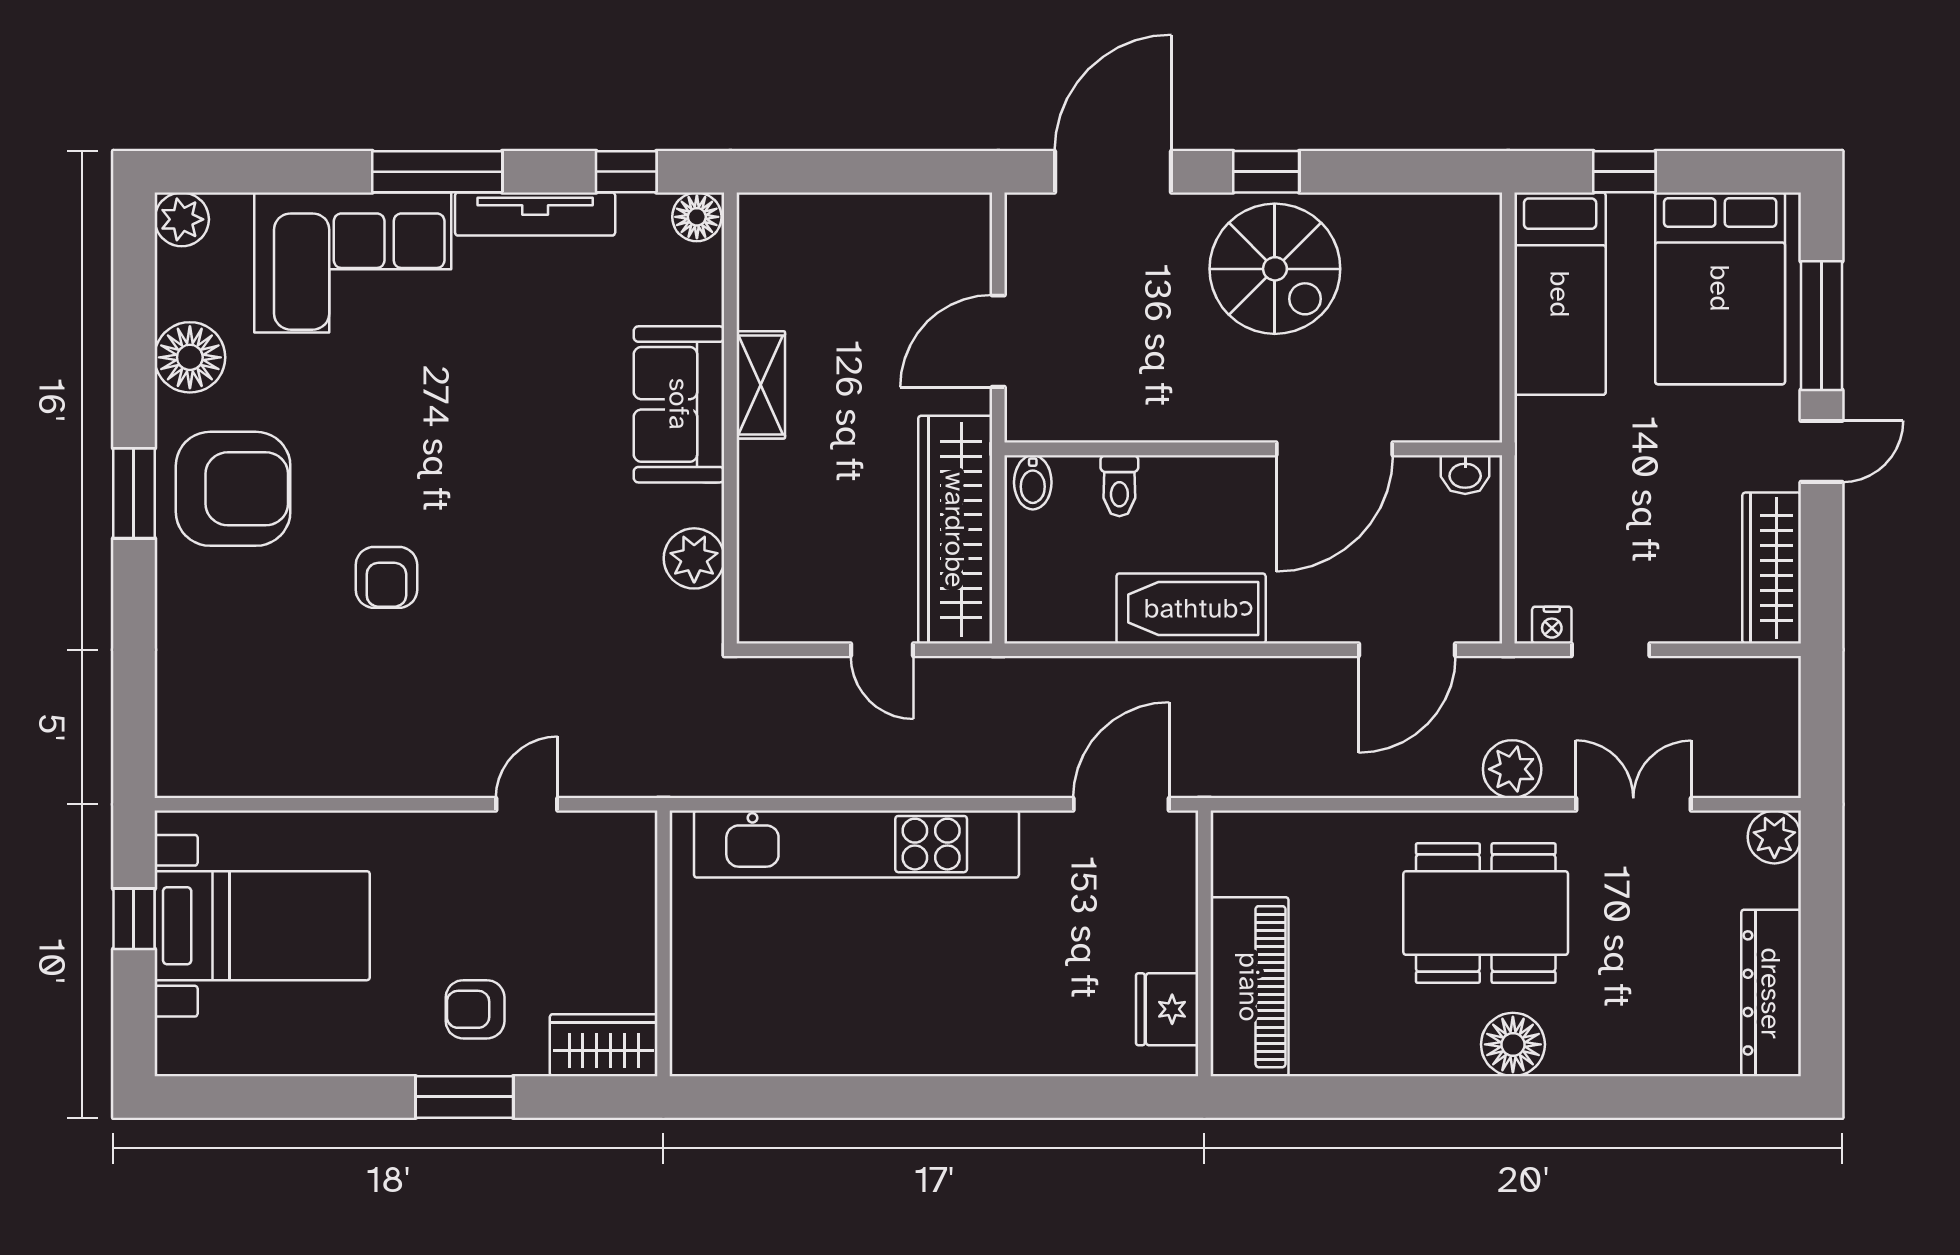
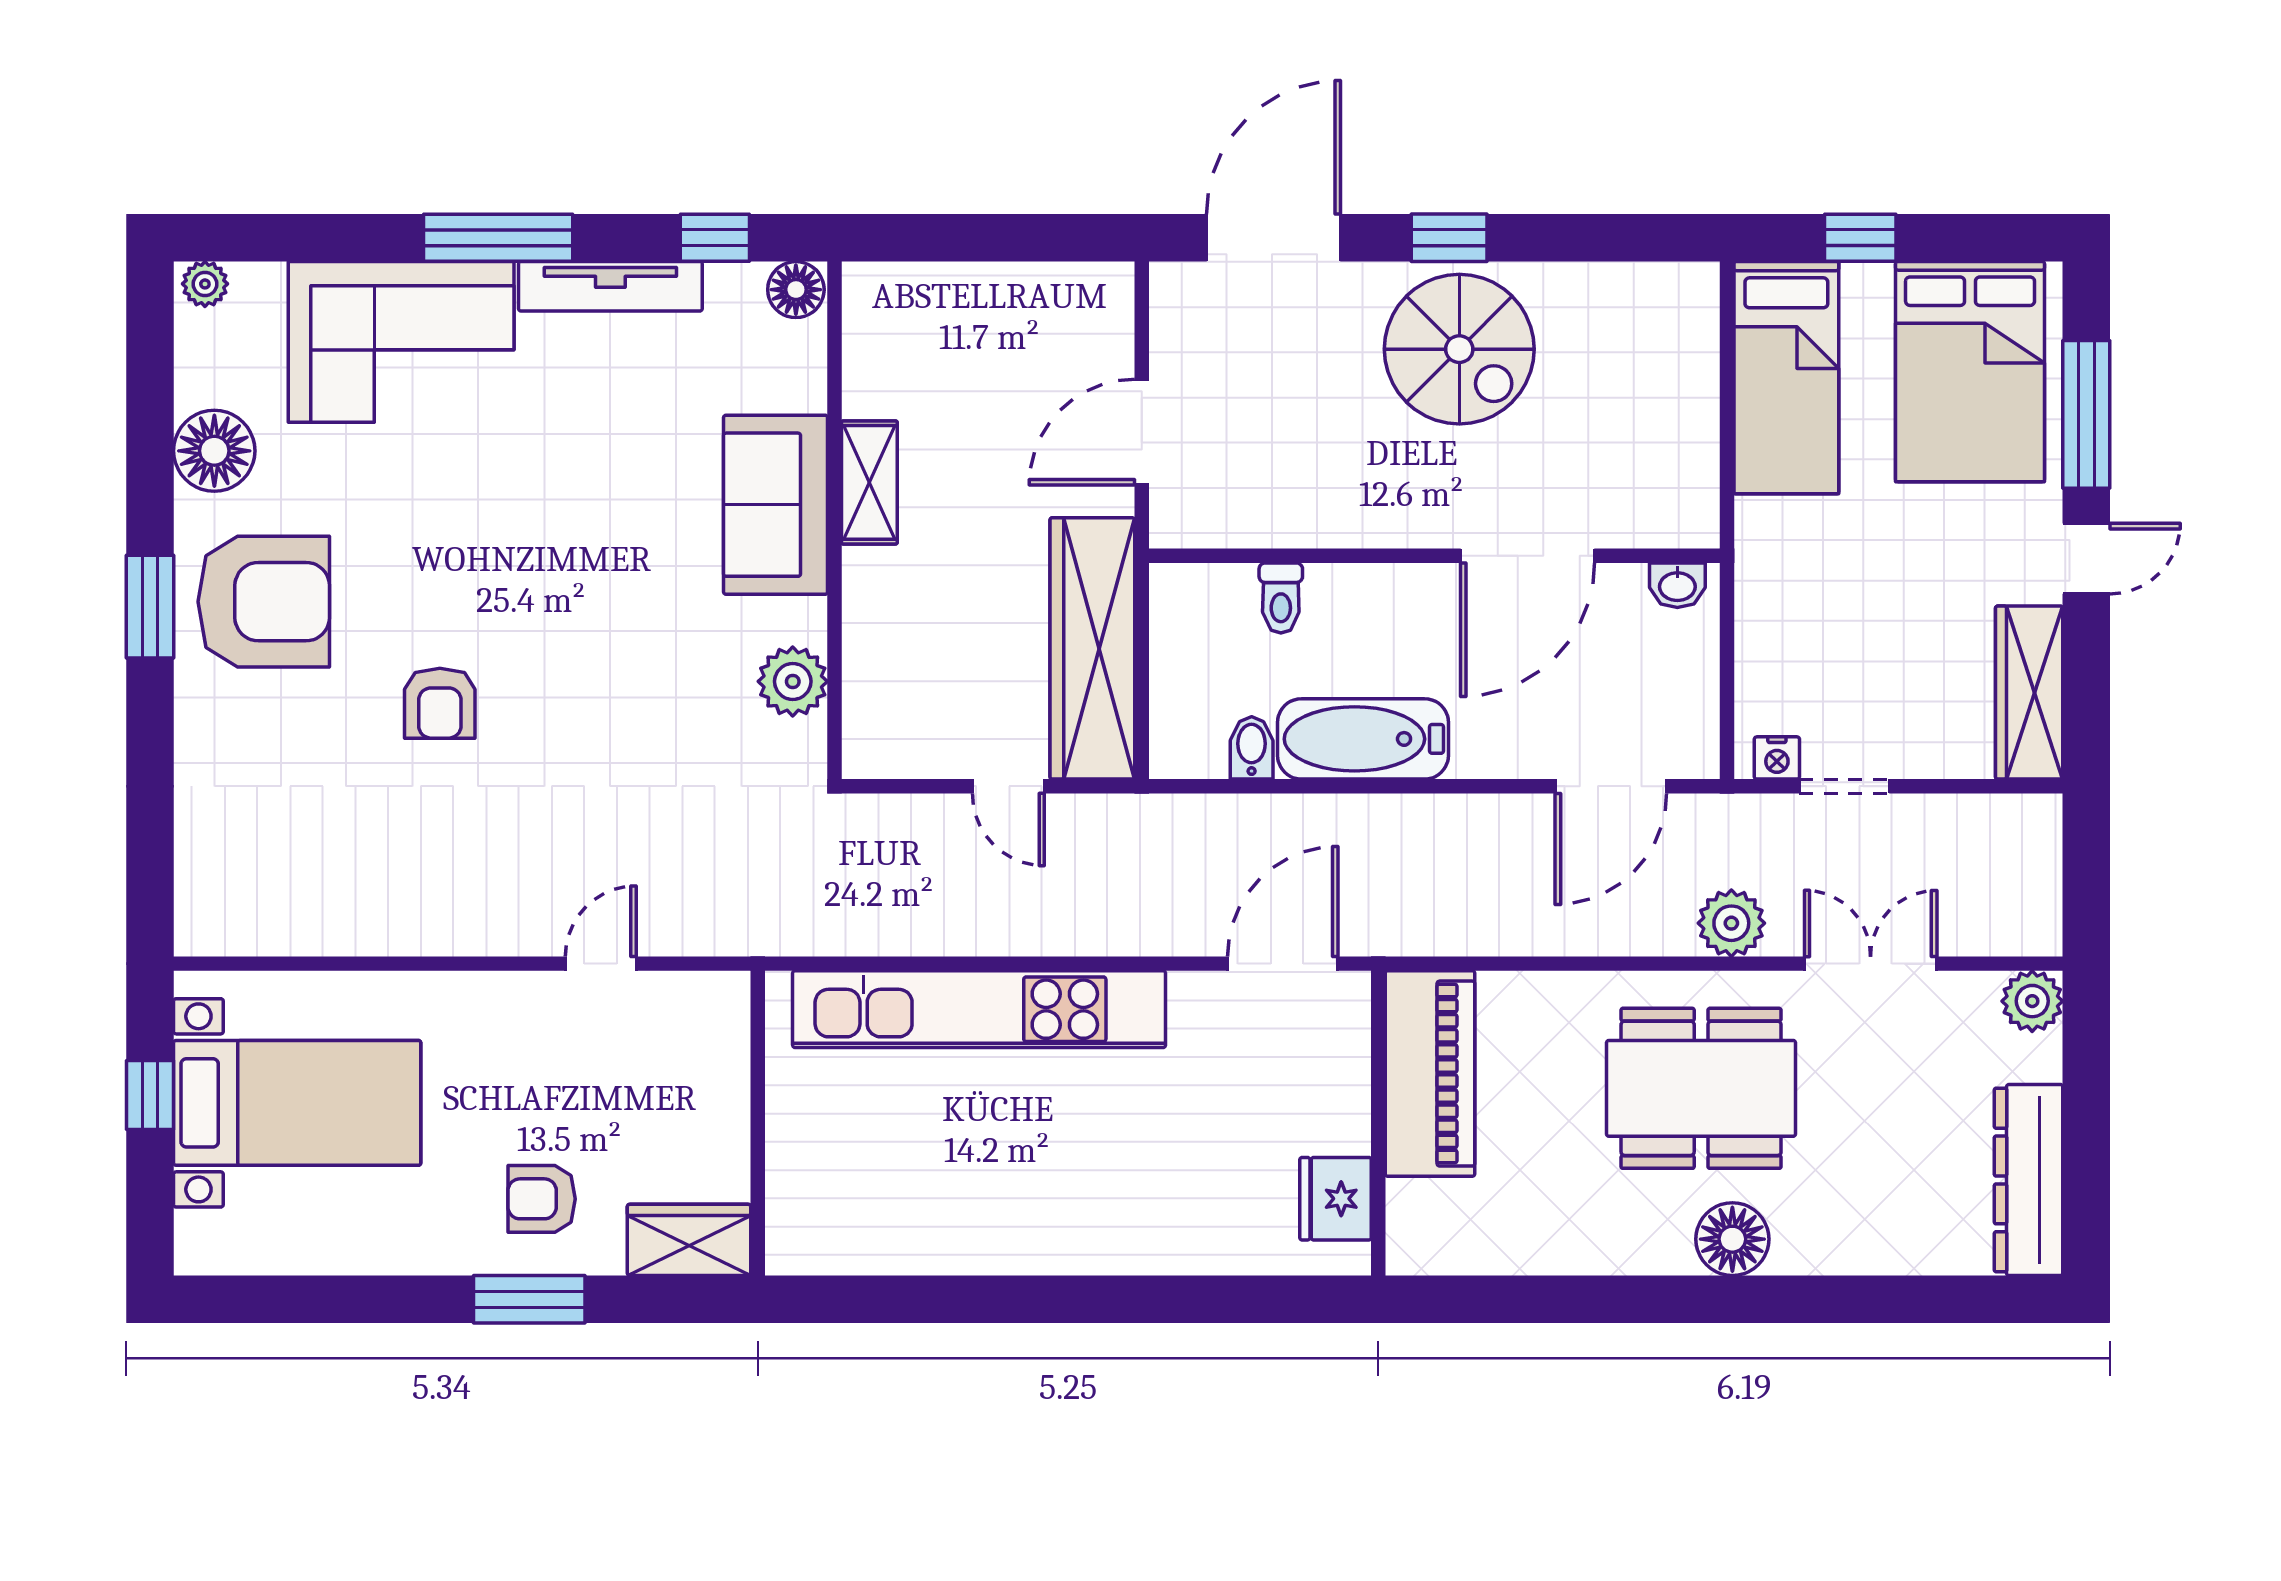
plant: (182, 219) -> (205, 284), width x0.73, depth x0.73
bidet: (1033, 482) -> (1252, 748), moved, turned 180
piano: (1249, 987) -> (1430, 1074), moved

